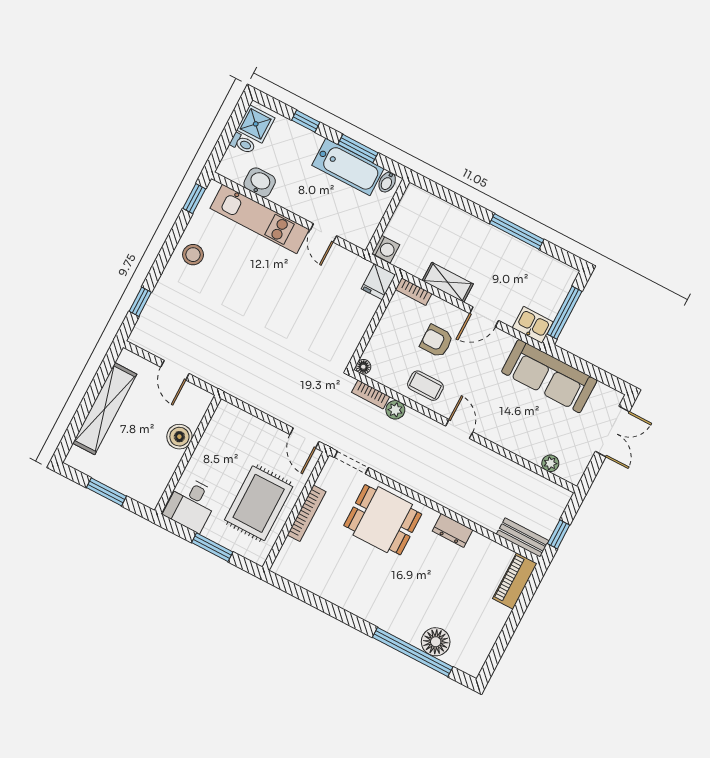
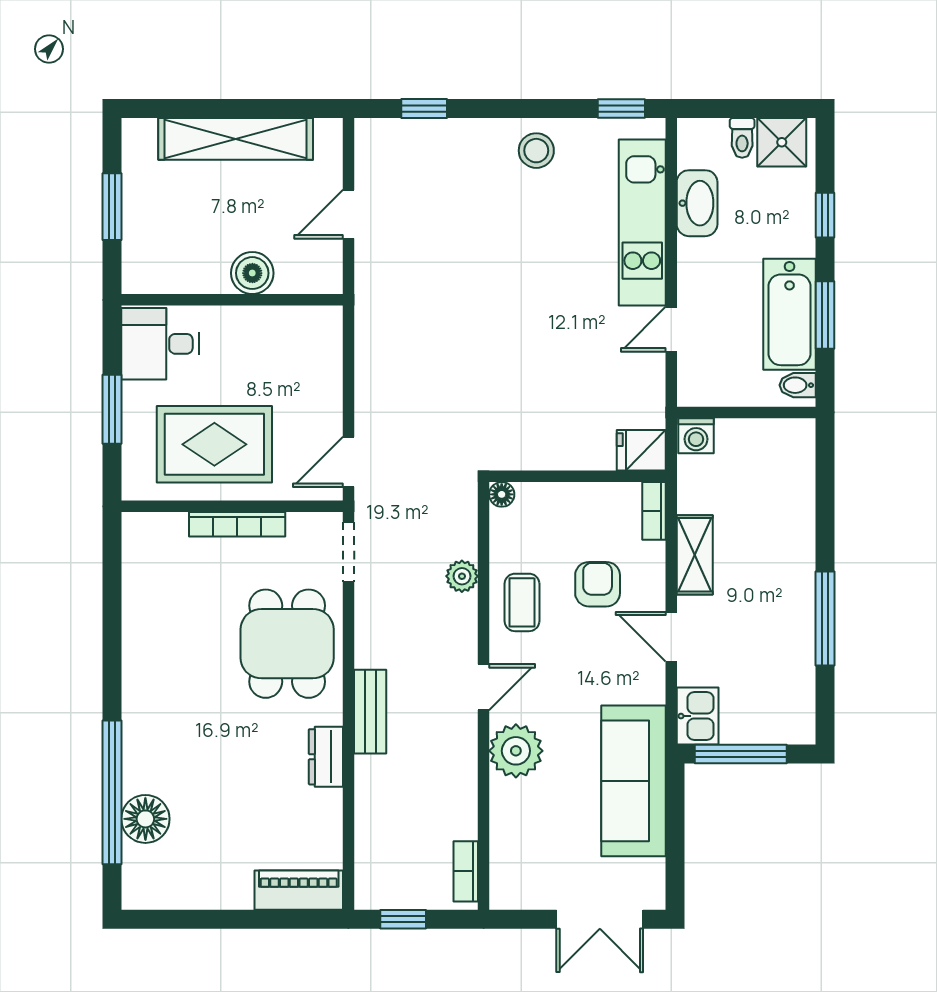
washbasin: (260, 182) -> (697, 203), width x1.38
bookcase: (371, 394) -> (466, 871), moved
plant: (550, 463) -> (516, 751), moved, width x1.88, depth x1.88
bench: (523, 538) -> (370, 712), moved

